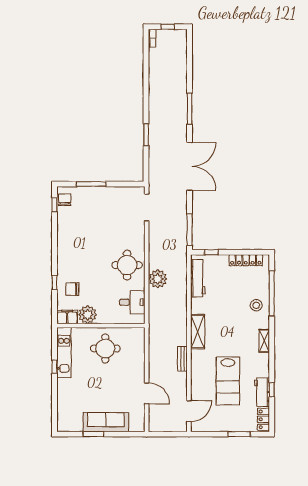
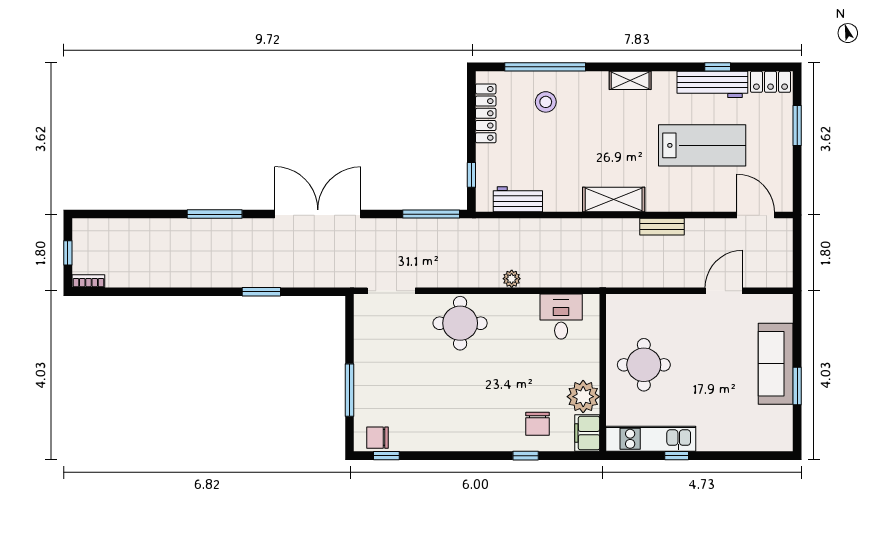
round table: (127, 265) -> (460, 323), moved
workbench: (198, 278) -> (518, 199), width x0.73
plant: (158, 279) -> (512, 279), width x0.53, depth x0.53
stool: (256, 305) -> (546, 102), moved
workbench: (262, 392) -> (712, 84), width x1.38

